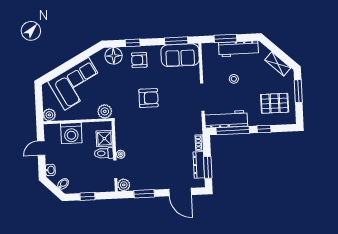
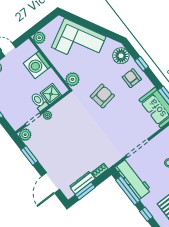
armchair: (149, 98) -> (102, 96), moved, turned -99

